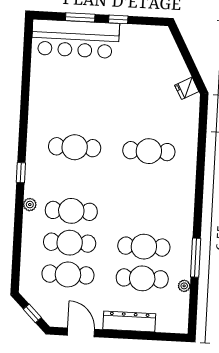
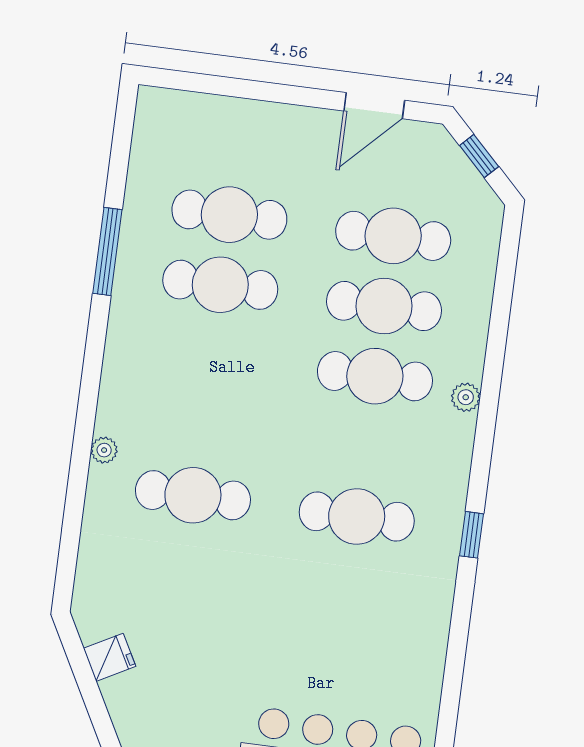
fridge: (187, 88) -> (110, 657), moved
window: (21, 173) -> (472, 535), moved
plant: (184, 286) -> (104, 450), moved
dresser: (129, 322) -> (265, 121), removed
door: (81, 332) -> (374, 106), hinge flipped

